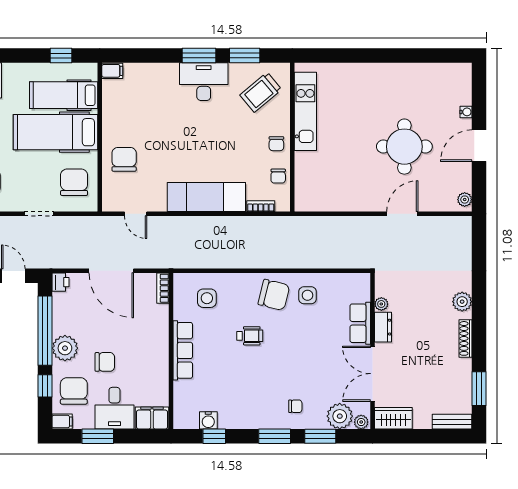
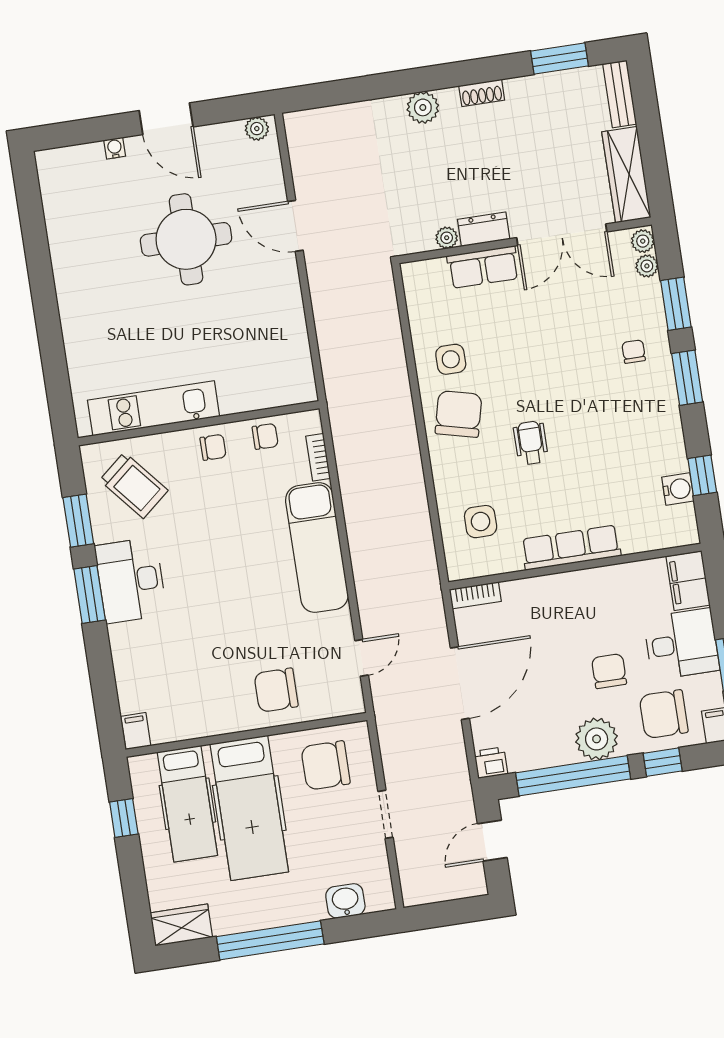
shoe rack: (465, 338) -> (482, 93), width x0.70
plant: (340, 416) -> (647, 266), width x0.53, depth x0.53
wardrobe: (393, 418) -> (626, 175), width x1.50

